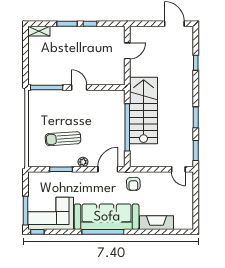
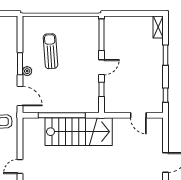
window: (90, 24) -> (165, 95), moved
window: (101, 88) -> (102, 89), added
window: (61, 169) -> (20, 64), moved

